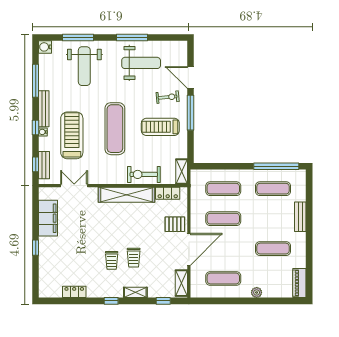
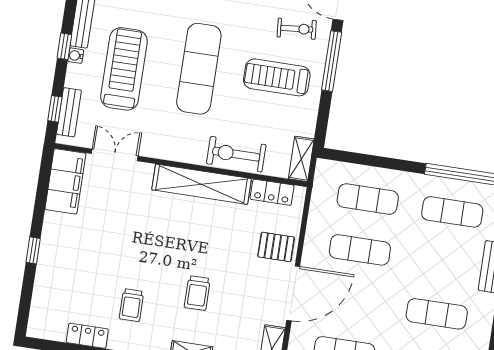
filing cabinet: (48, 218) -> (65, 181), moved
trolley: (112, 260) -> (131, 305), moved

